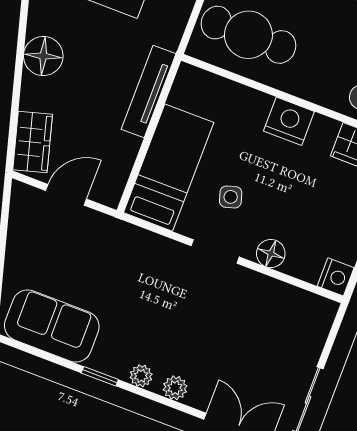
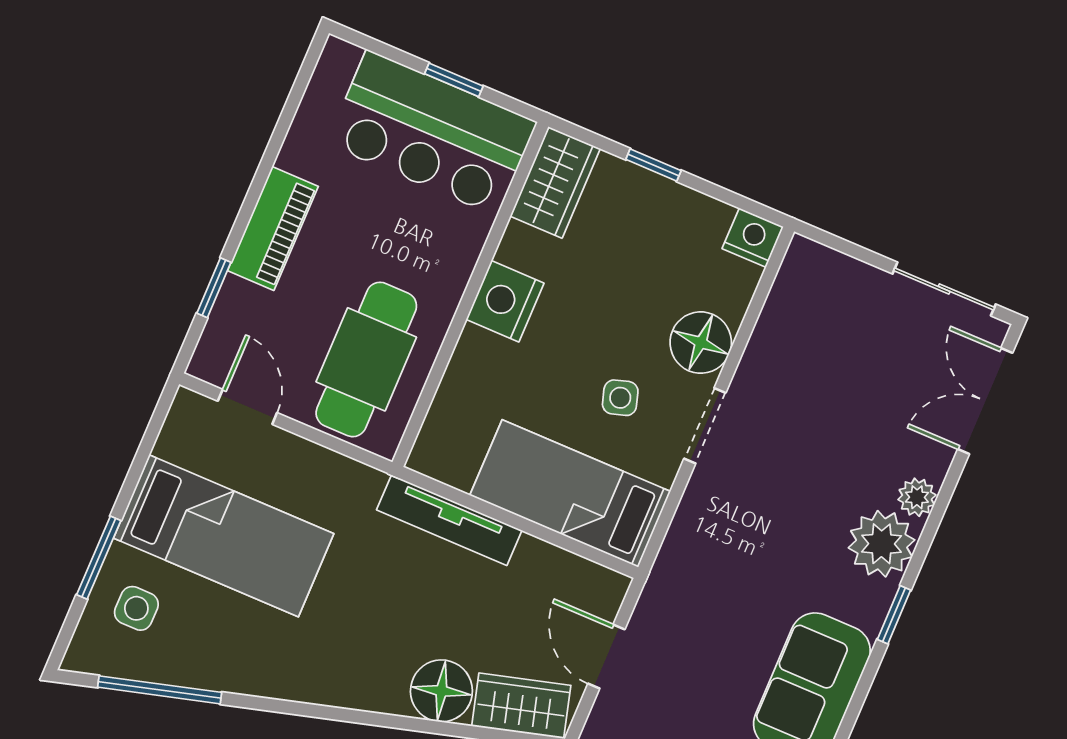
floor lamp: (43, 56) -> (441, 691), moved
floor lamp: (271, 253) -> (701, 343), width x1.38, depth x1.38
plant: (141, 376) -> (882, 544), width x1.87, depth x1.87

